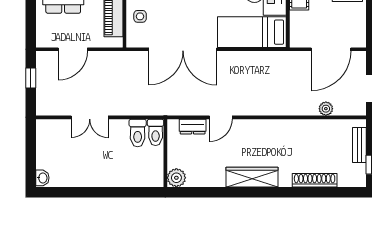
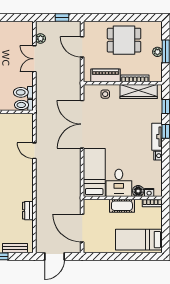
plant: (326, 109) -> (40, 39), moved
dresser: (193, 127) -> (28, 211), moved

